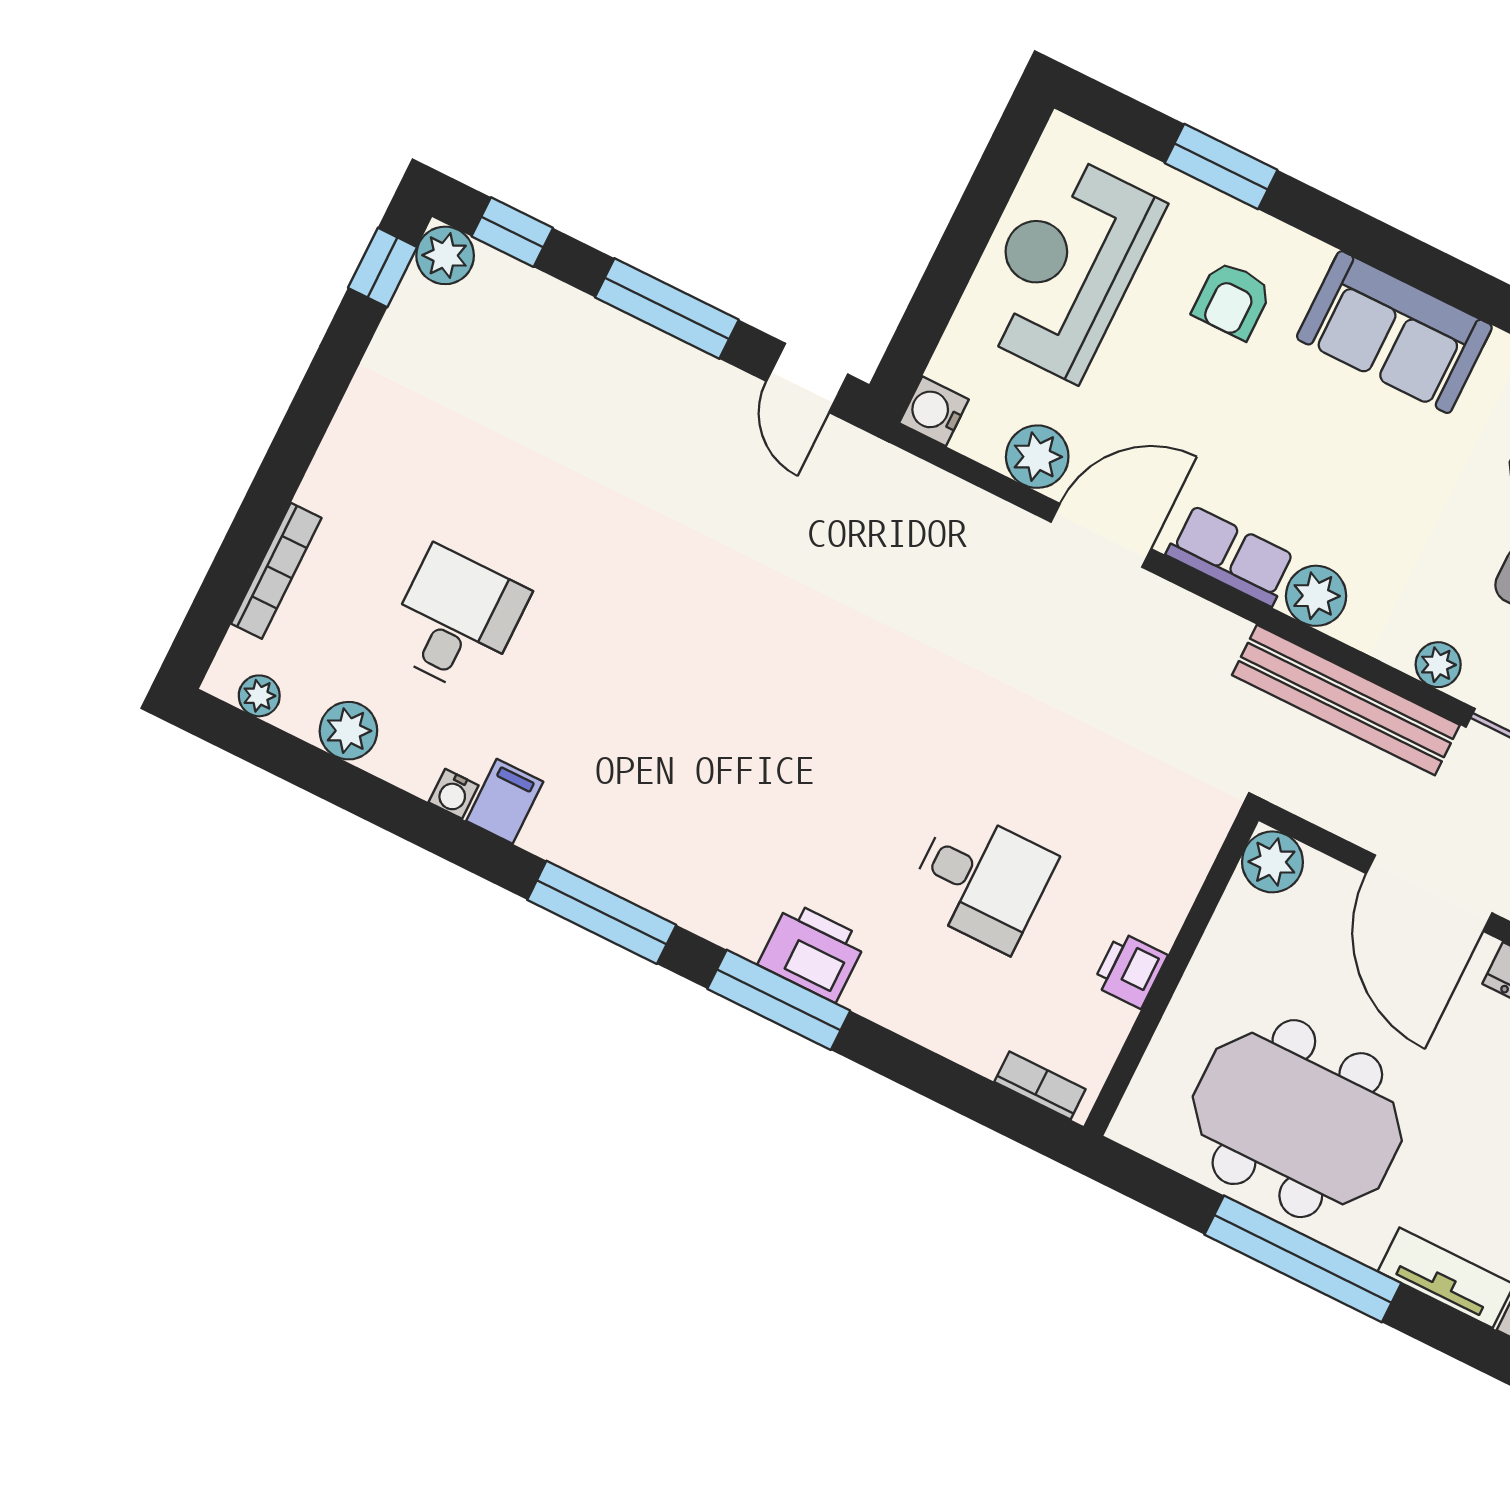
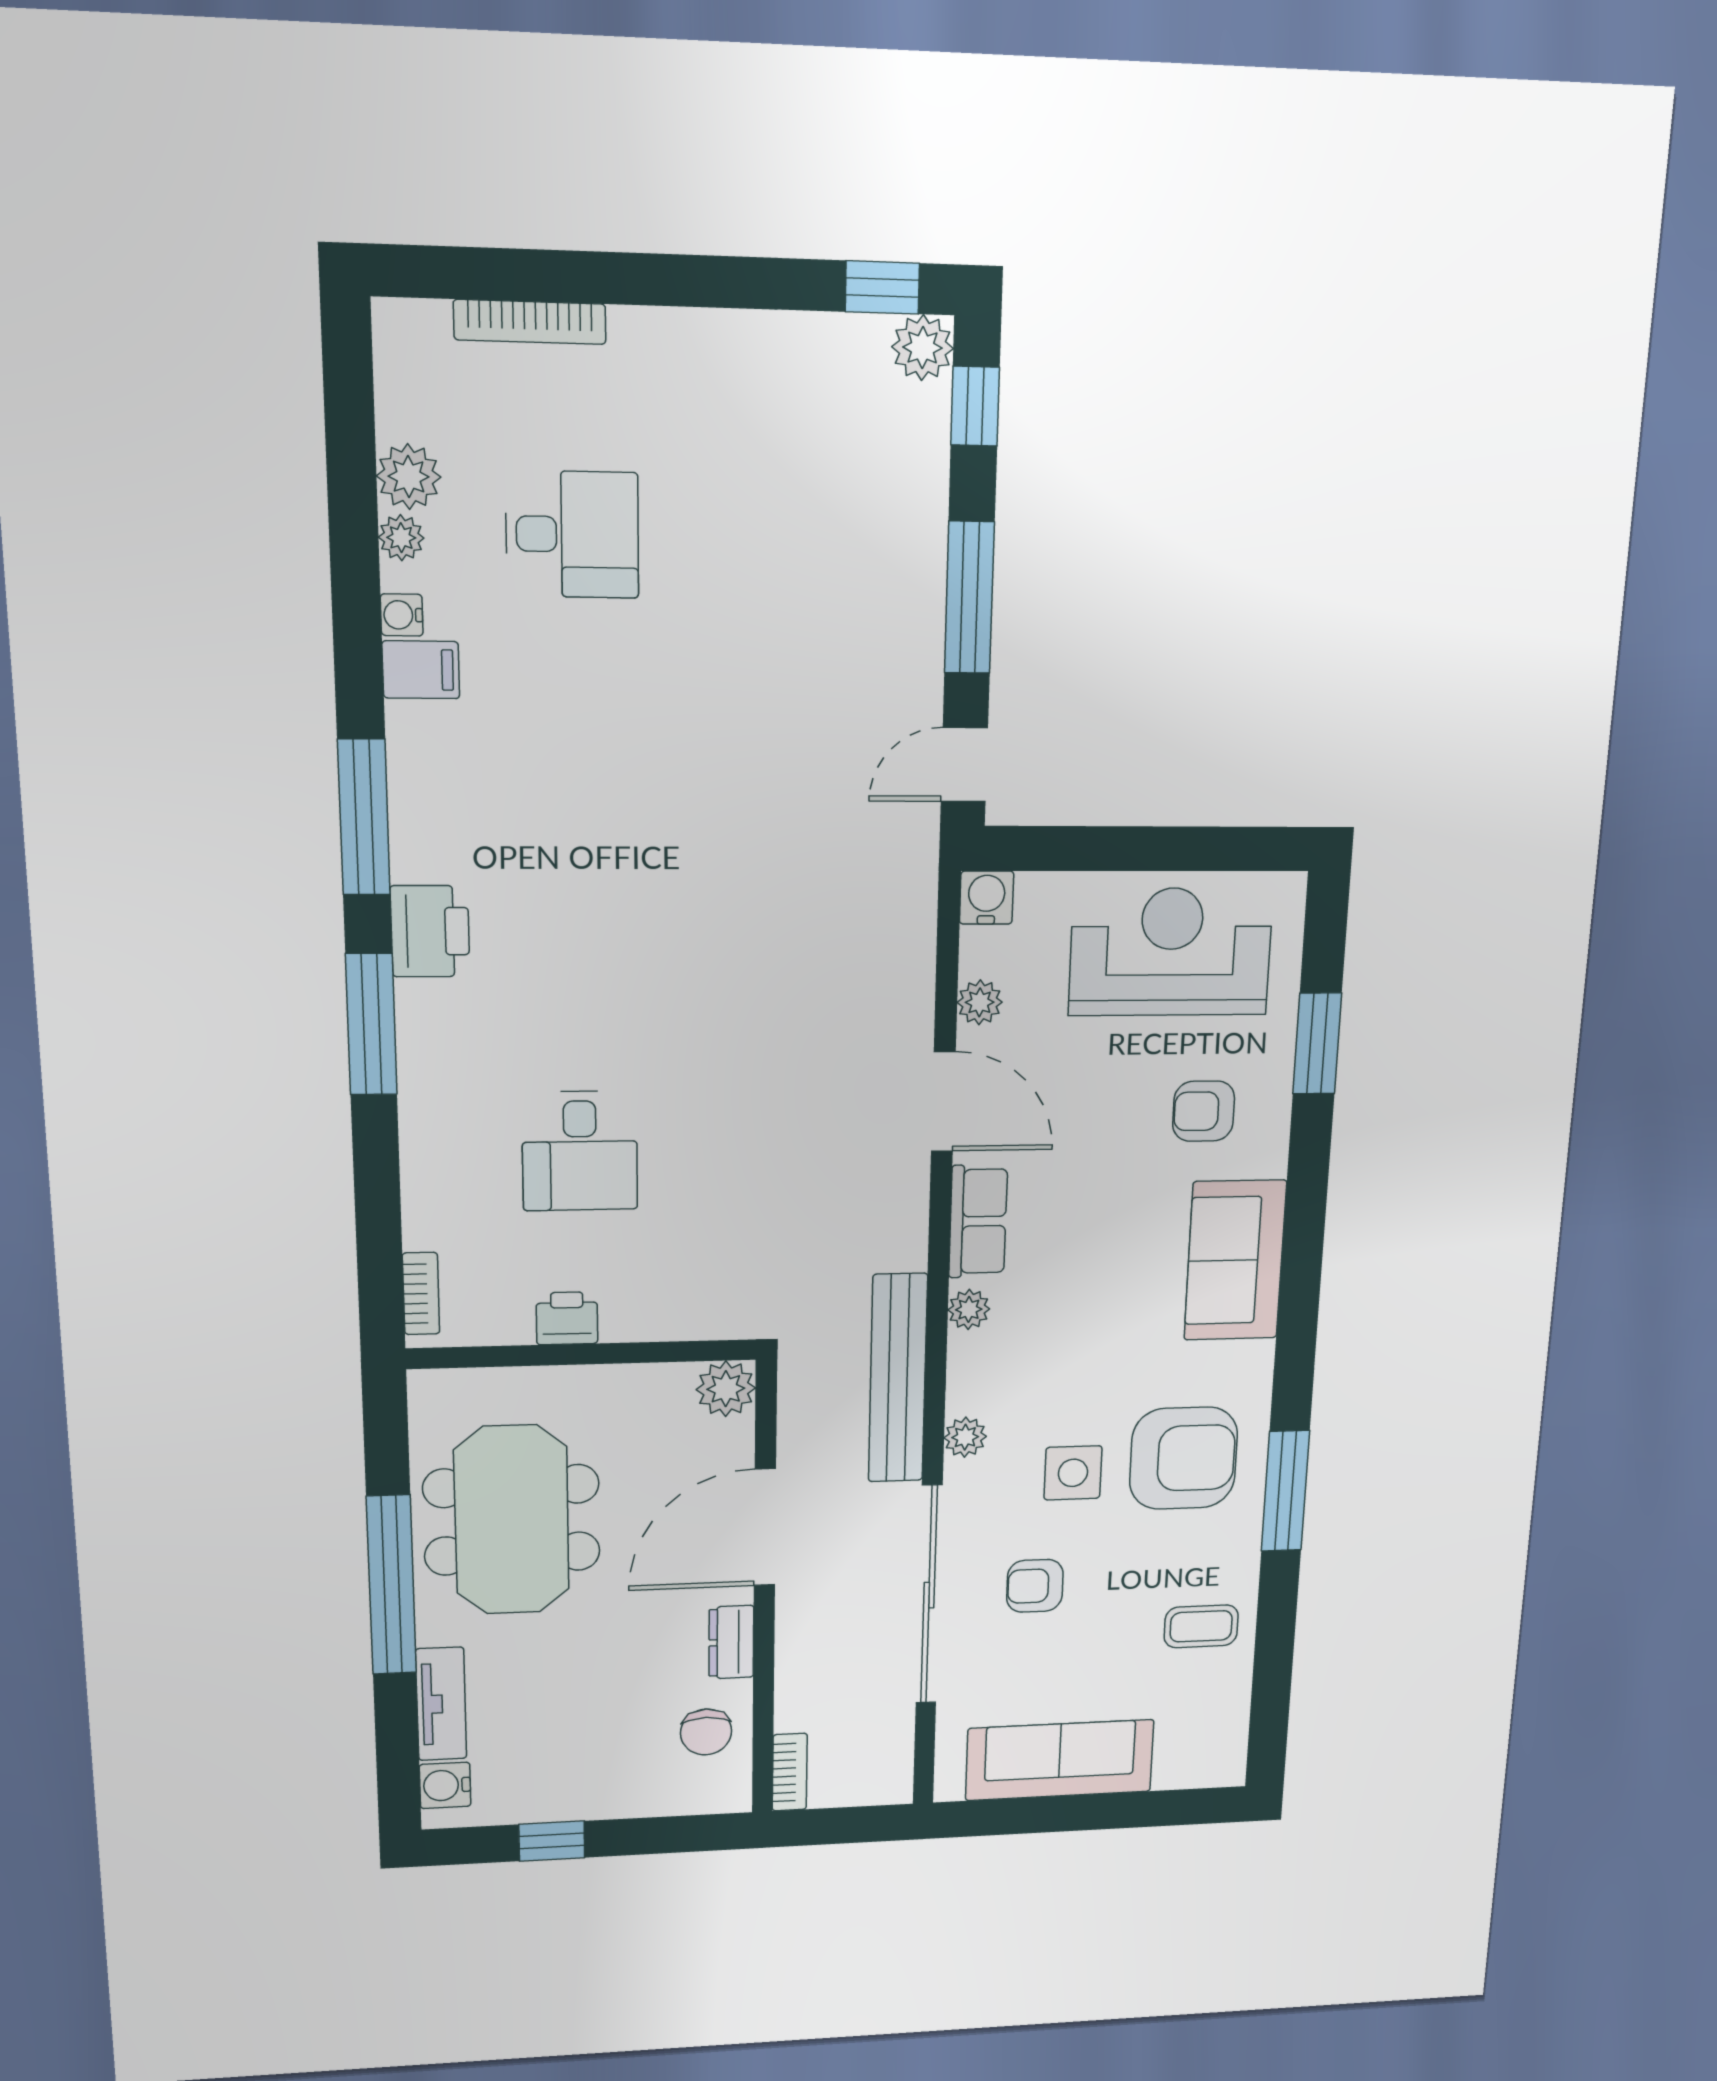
plant: (1037, 457) -> (980, 1002), width x0.73, depth x0.73
plant: (1316, 596) -> (969, 1309), width x0.73, depth x0.73
plant: (259, 696) -> (401, 538), moved
printer: (812, 952) -> (430, 931), moved

